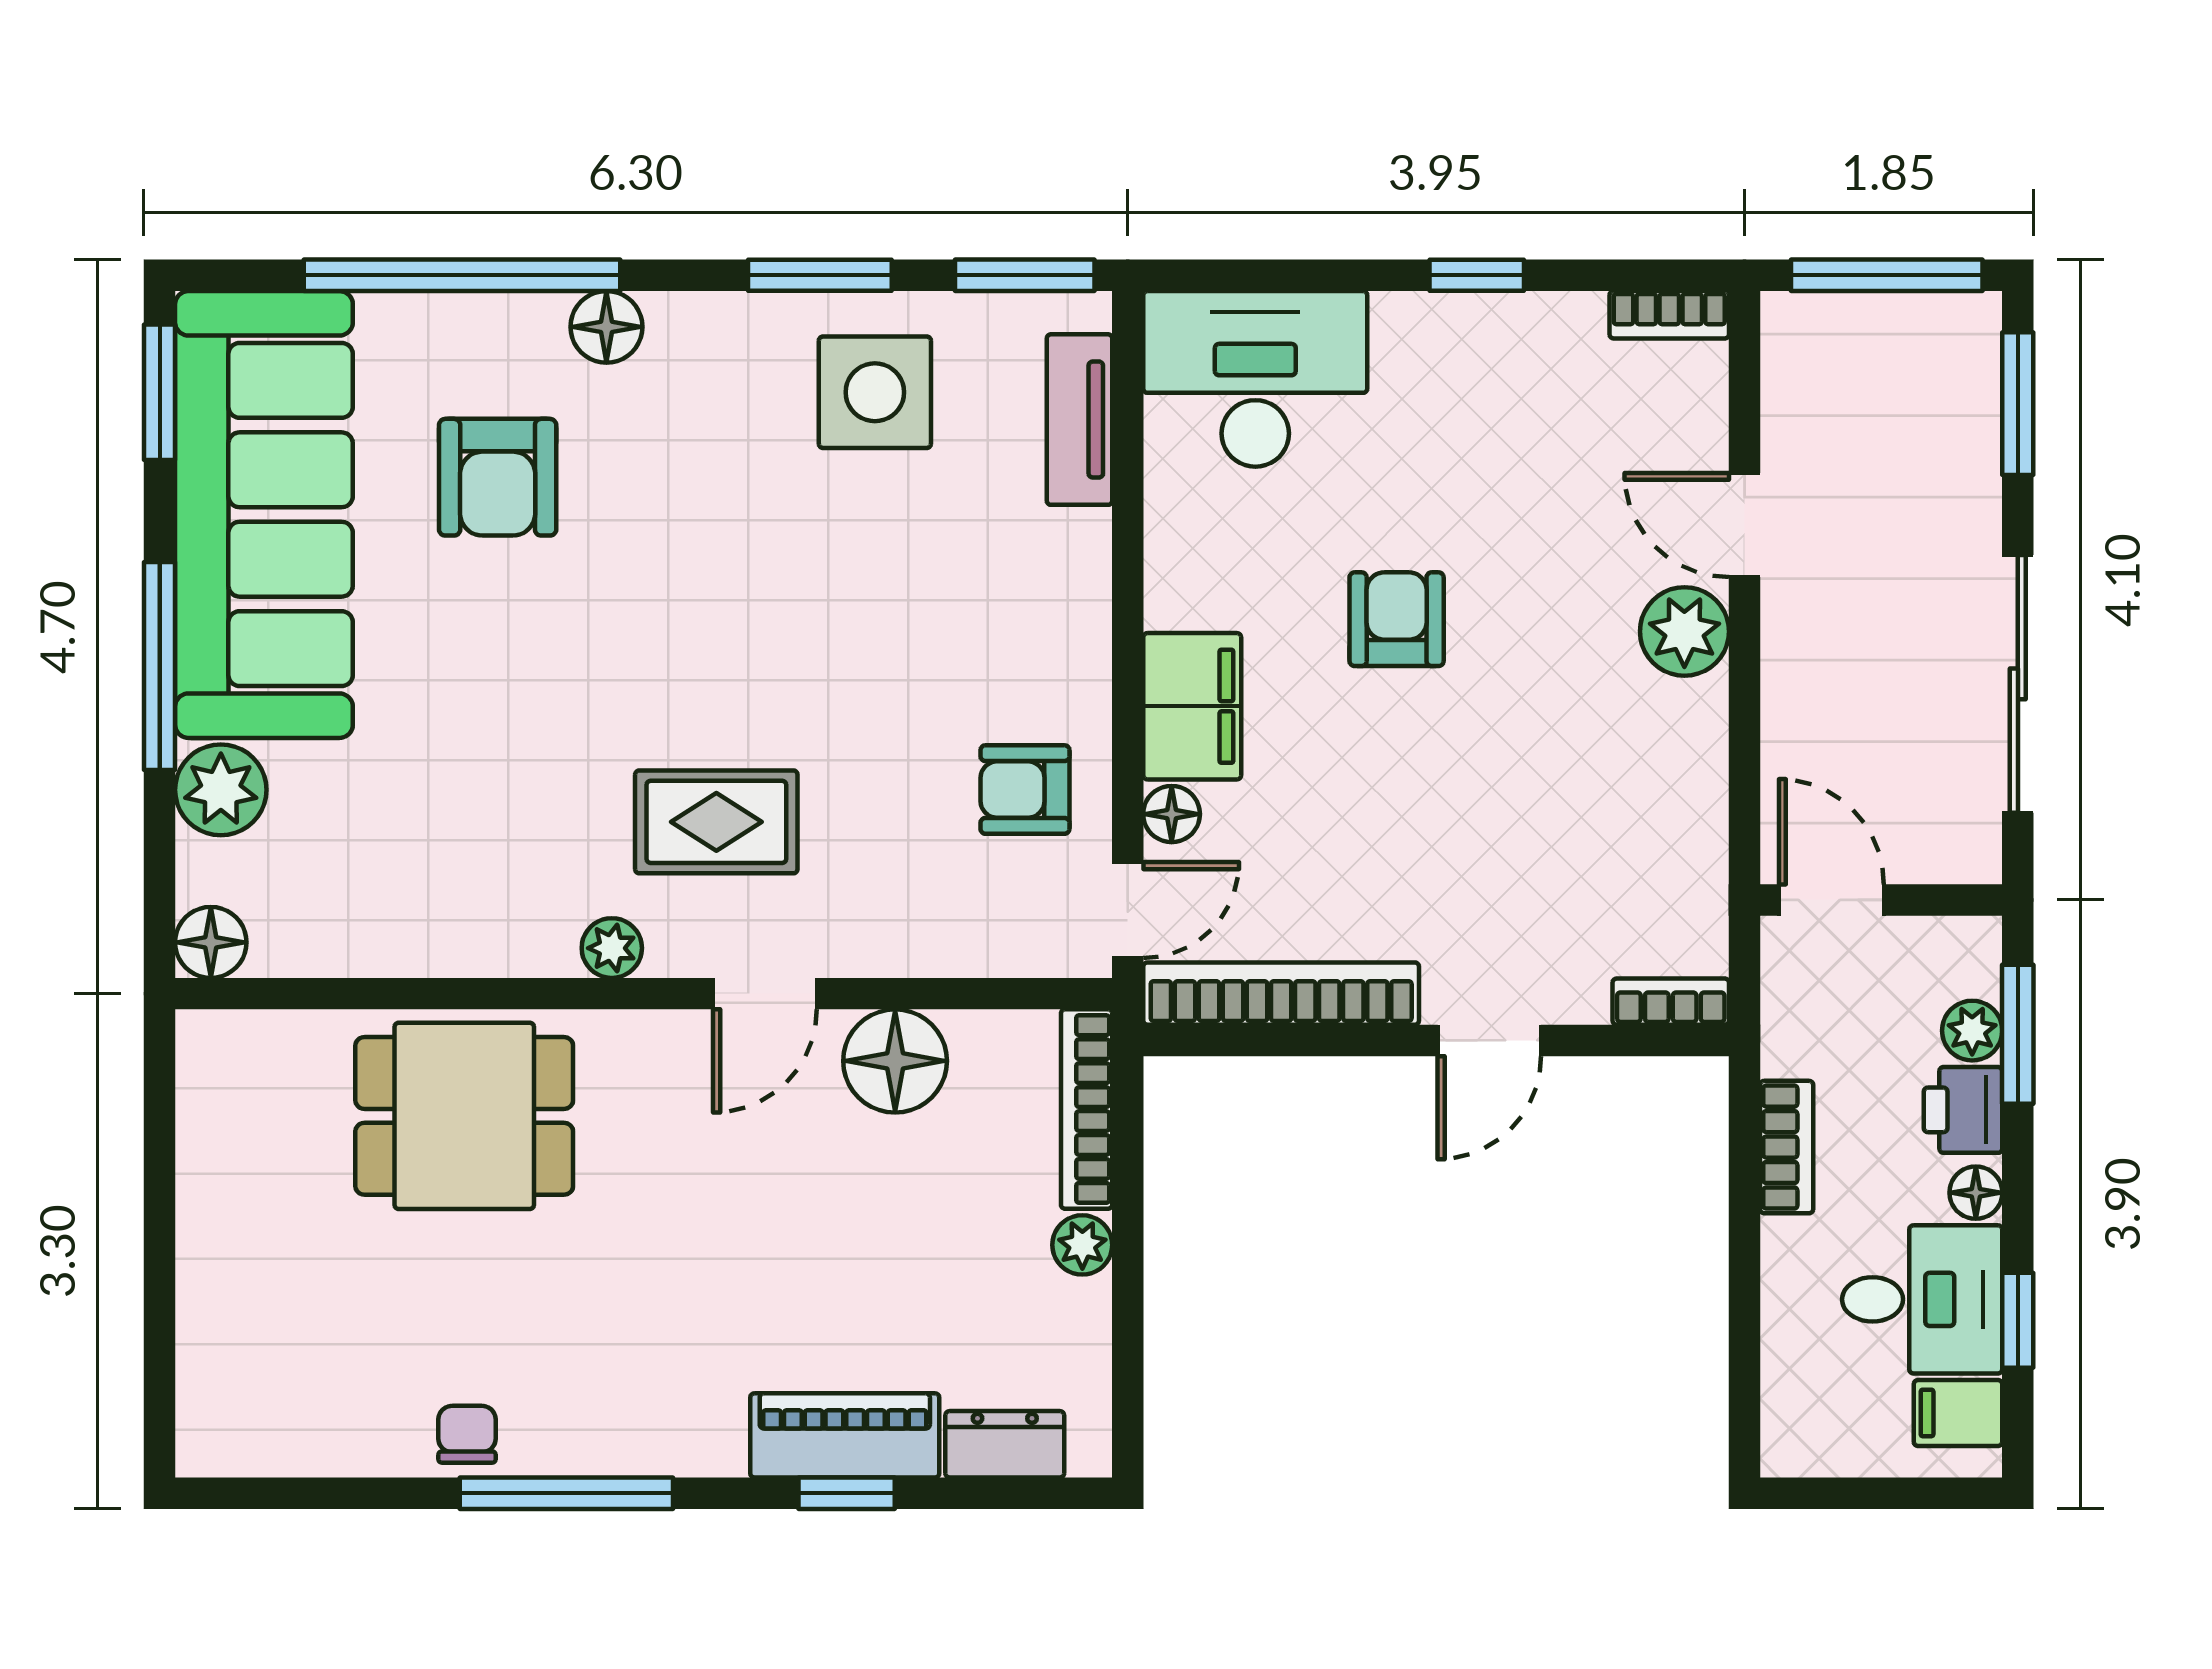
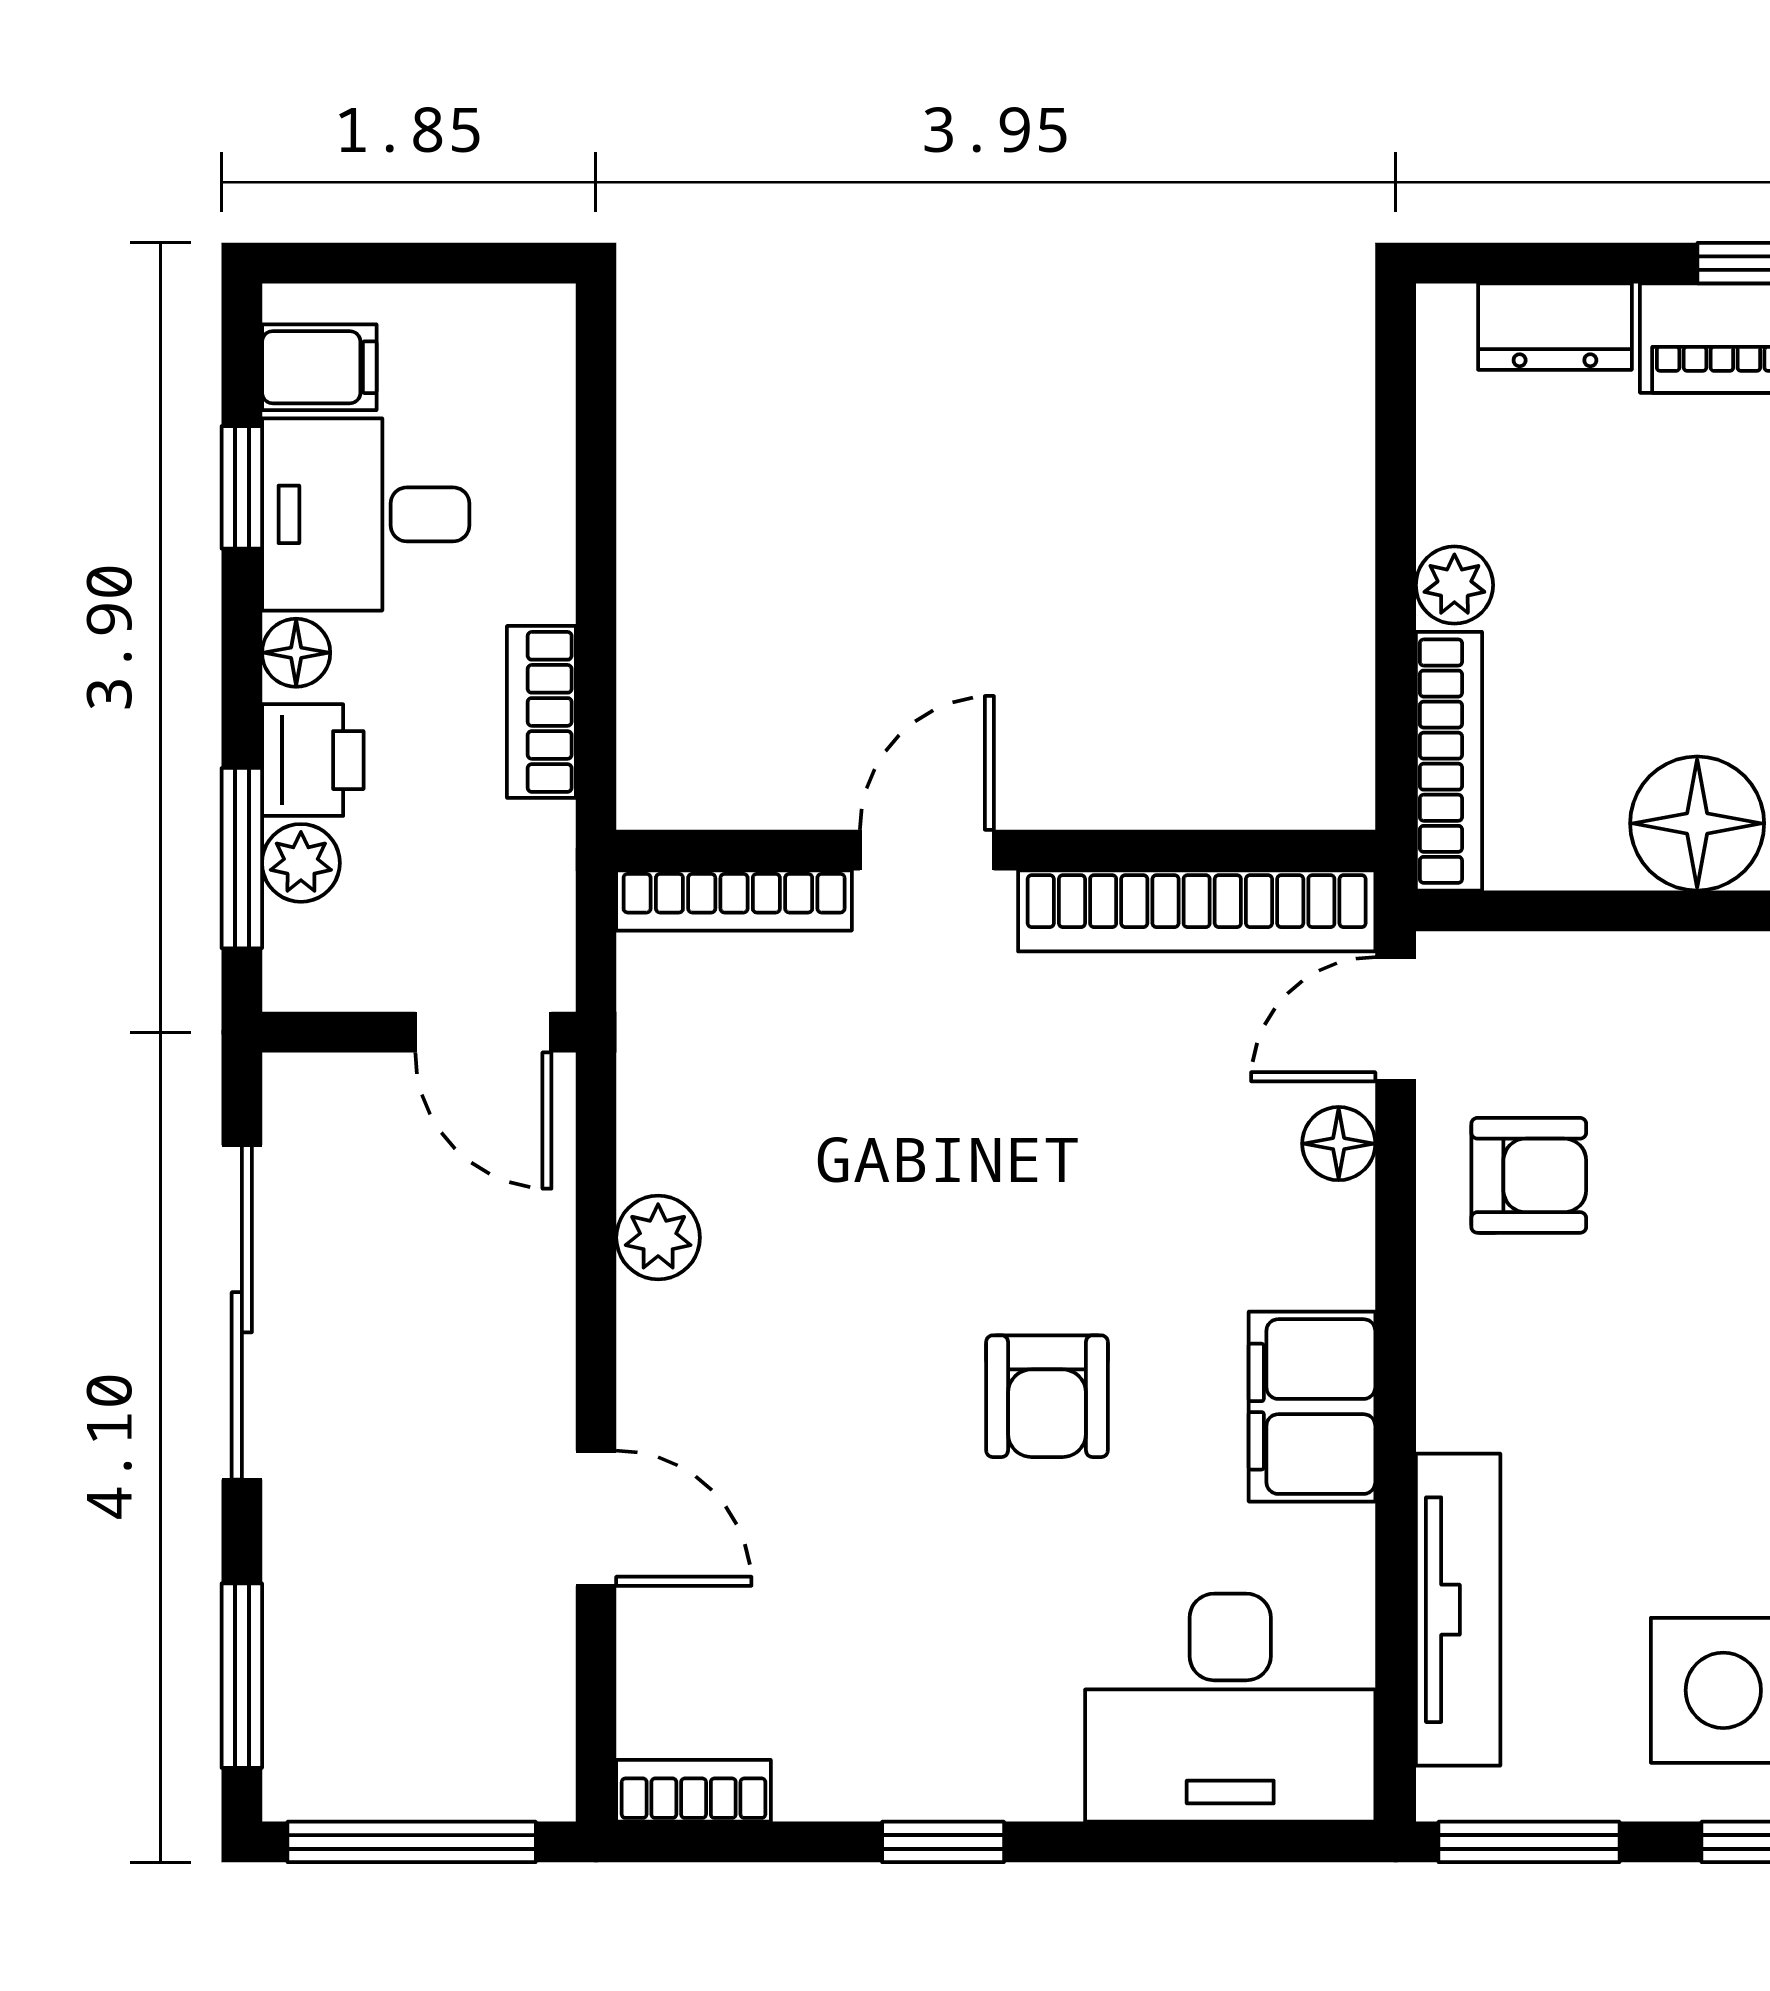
tv unit: (1079, 420) -> (1458, 1610), width x1.41
plant: (1684, 631) -> (658, 1238), moved, width x0.73, depth x0.73
filing cabinet: (1192, 706) -> (1312, 1407), moved
bookcase: (1671, 1002) -> (734, 900), width x1.56

